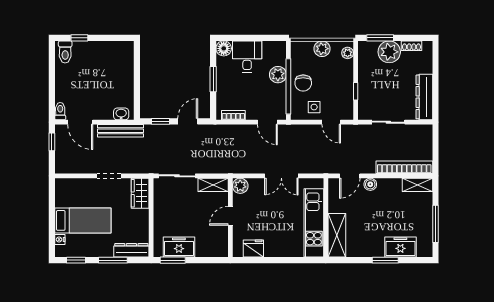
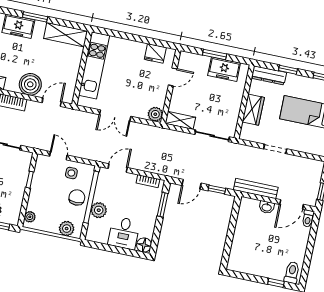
plant: (322, 49) -> (67, 229), moved
window: (213, 79) -> (163, 205), moved
washbasin: (121, 114) -> (267, 207), moved
door: (80, 122) -> (292, 204), swing flipped
door: (267, 122) -> (118, 168), hinge flipped
double door: (281, 176) -> (115, 115), swing flipped
boiler: (370, 184) -> (30, 84), width x1.86, depth x1.86
wardrobe: (140, 193) -> (253, 110), moved
door: (230, 216) -> (173, 77), moved
shelving: (337, 235) -> (66, 35), moved, turned 90
window: (113, 260) -> (288, 70), width x0.67
window: (173, 260) -> (215, 54), moved

